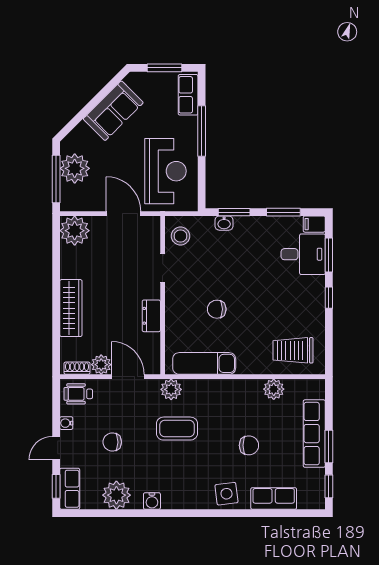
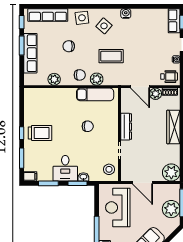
desk: (303, 254) -> (65, 168), moved, turned -90
dresser: (151, 316) -> (126, 127), width x1.44
trolley: (293, 350) -> (40, 133), moved
plant: (171, 389) -> (97, 79), moved
chair: (112, 442) -> (80, 75), moved
side table: (189, 480) -> (104, 26), added
plant: (116, 495) -> (147, 17), removed
row of seats: (274, 498) -> (48, 15), width x1.48

